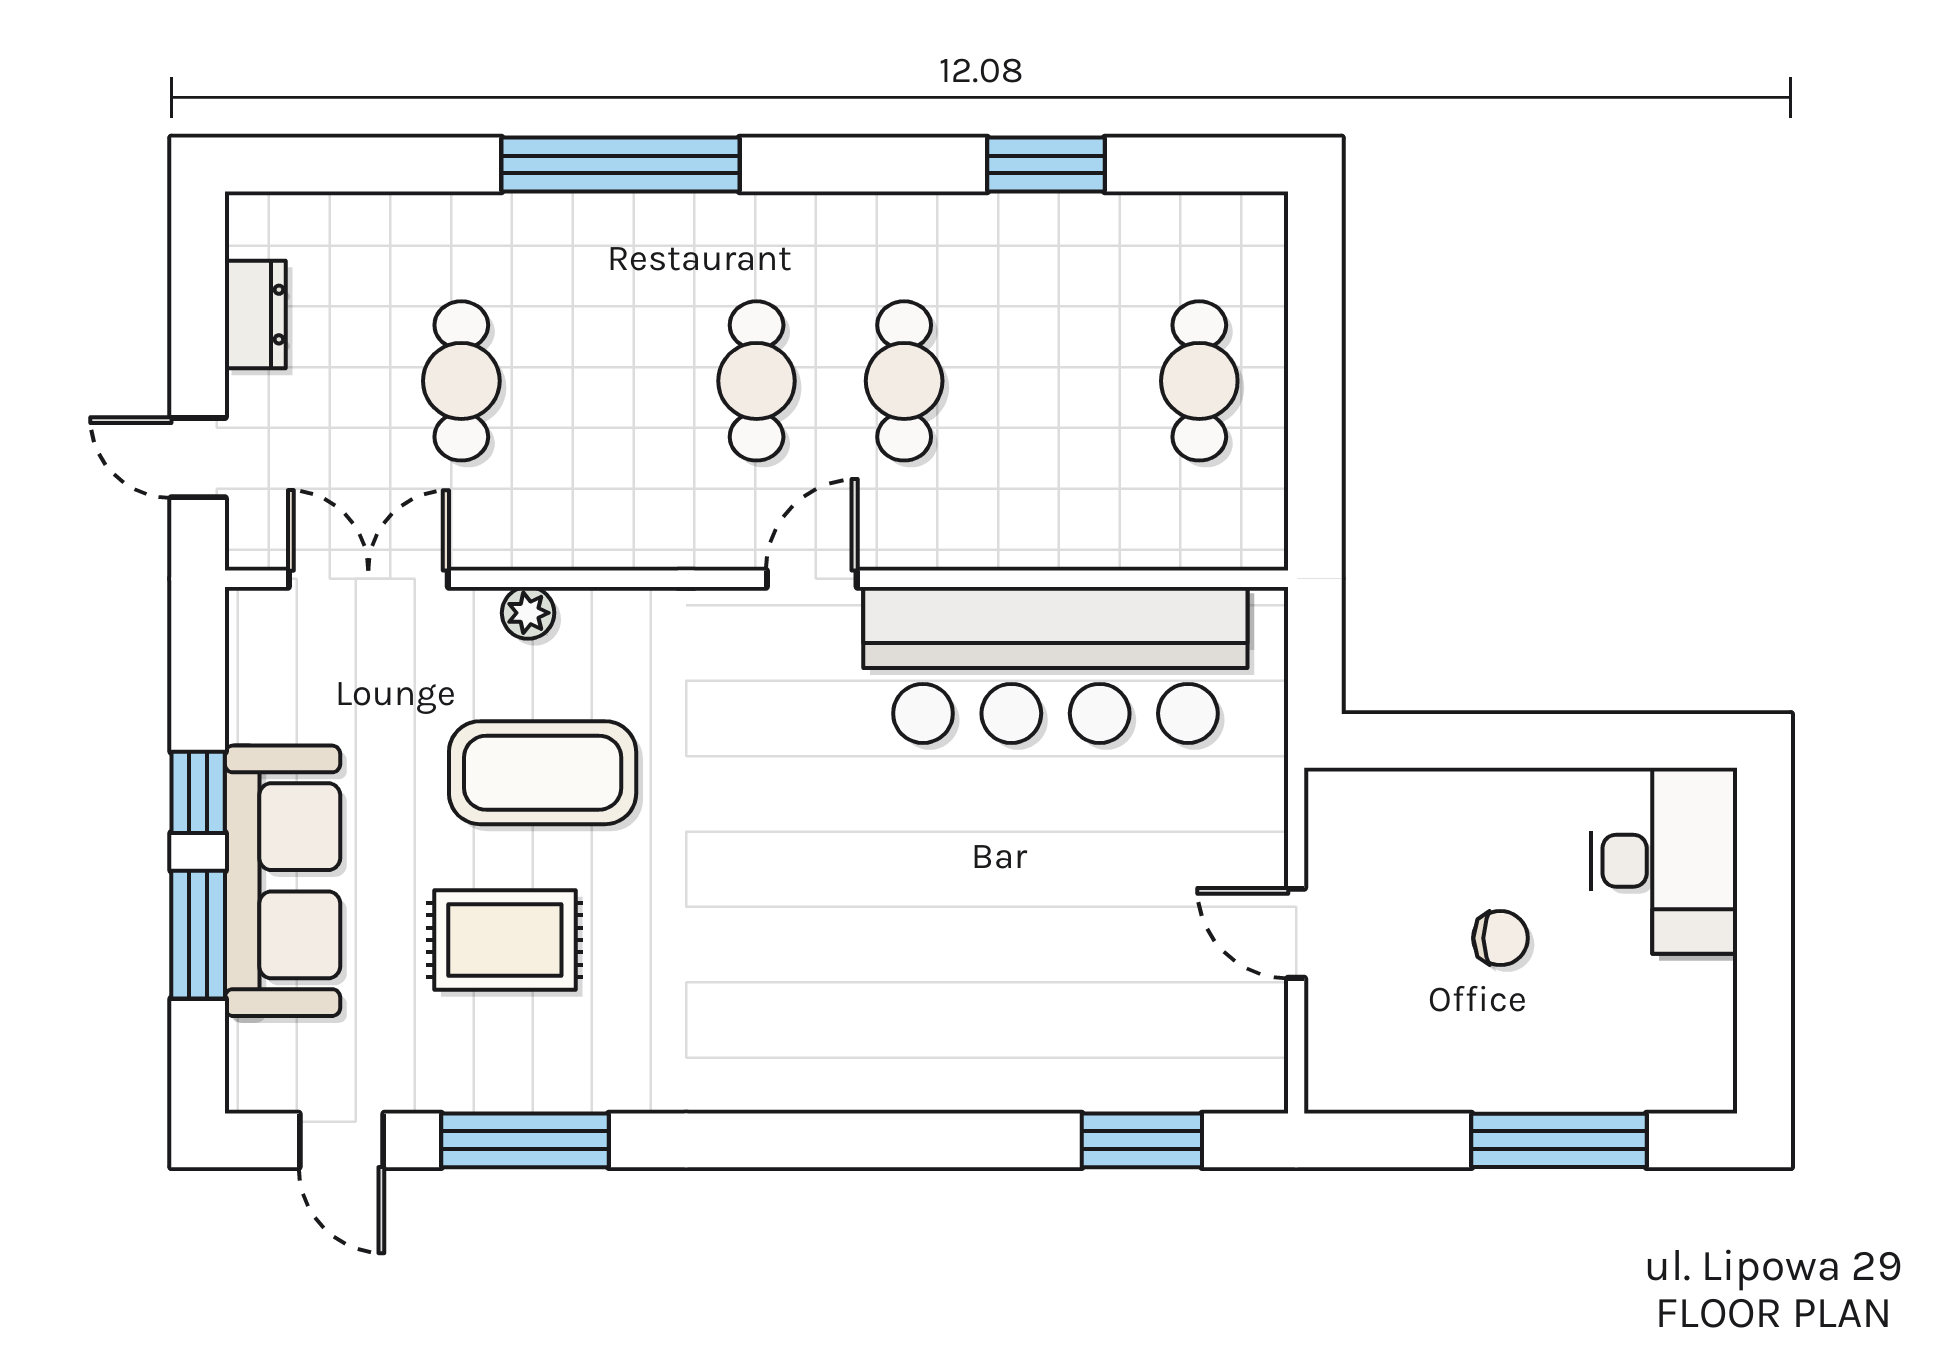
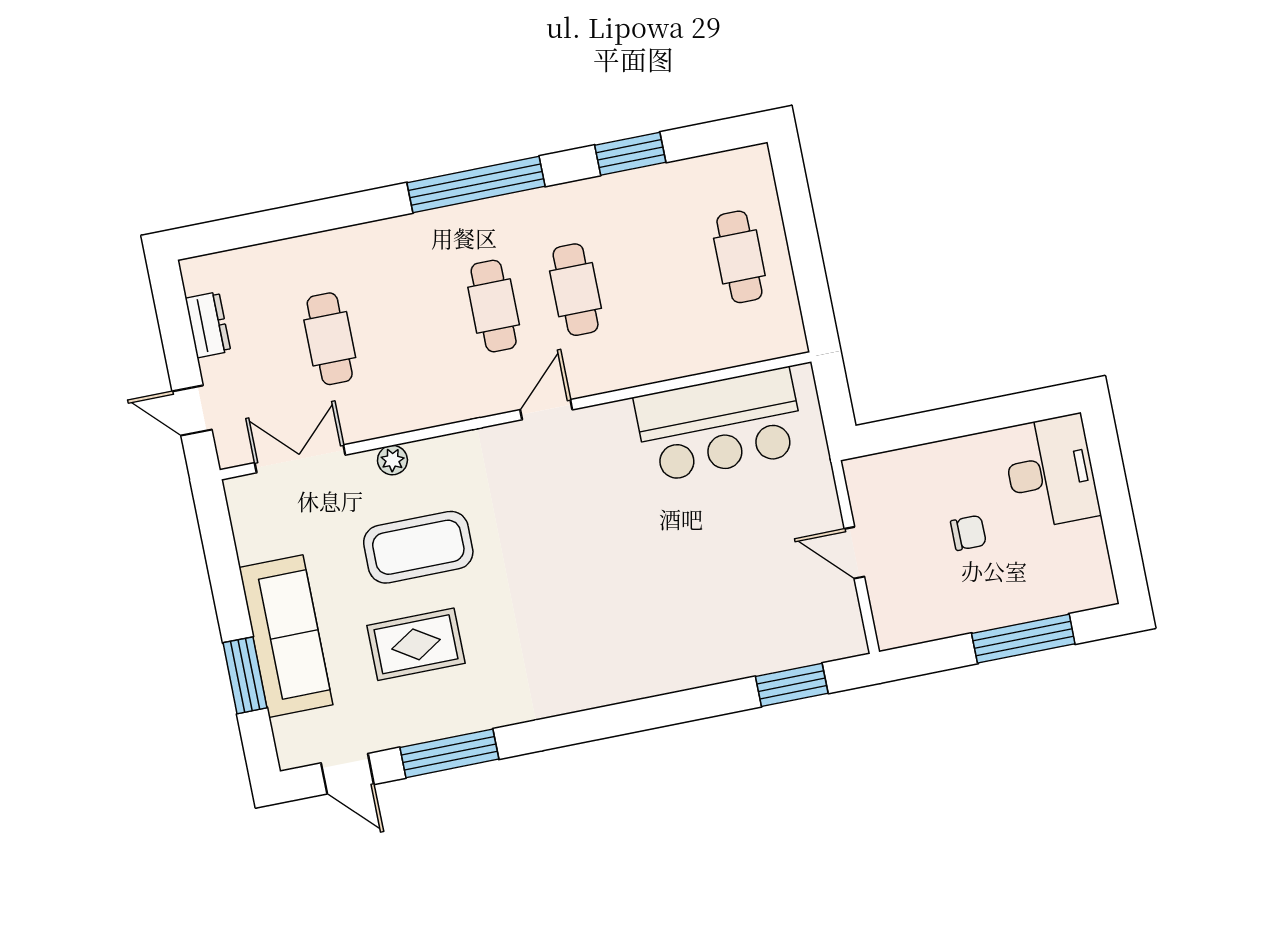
window: (620, 164) -> (476, 185), moved
bar counter: (1055, 665) -> (719, 425), width x0.73
window: (198, 792) -> (229, 596), removed

